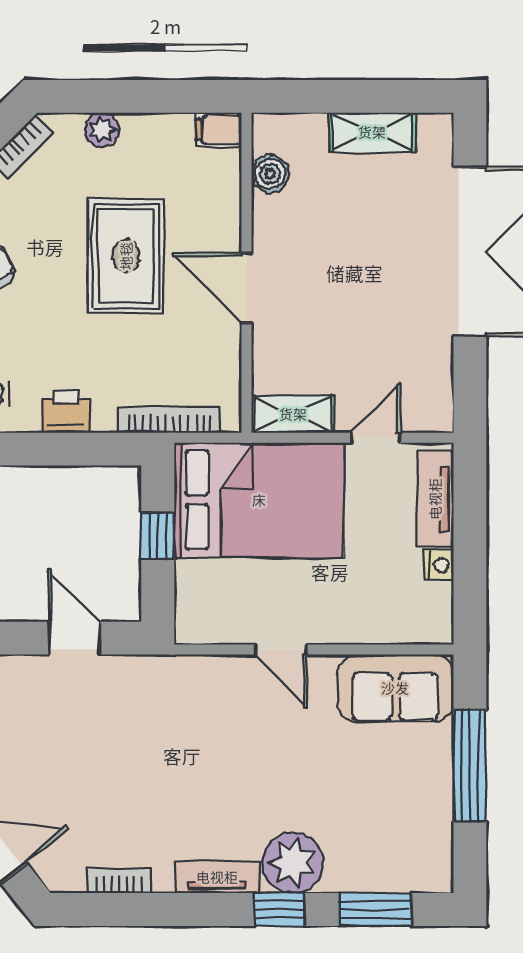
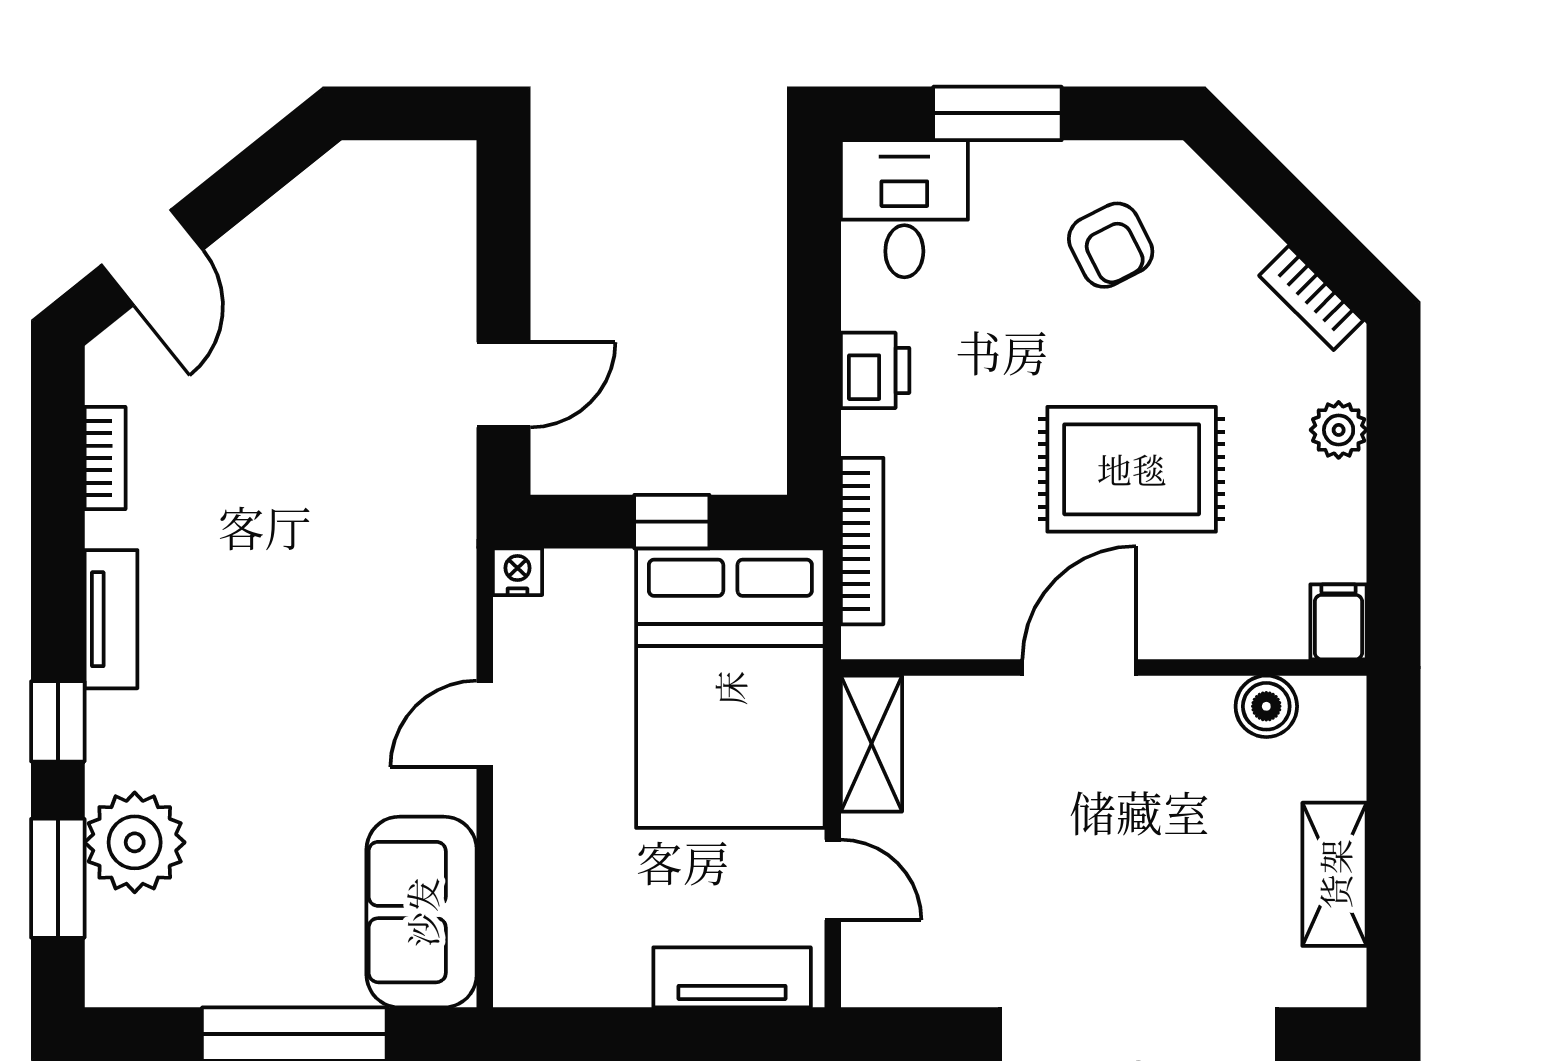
nightstand: (439, 565) -> (517, 572), moved, turned 180
plant: (293, 863) -> (135, 842), moved

